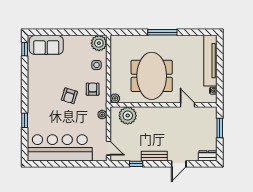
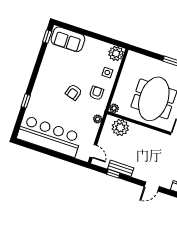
bench: (154, 156) -> (121, 168), moved

